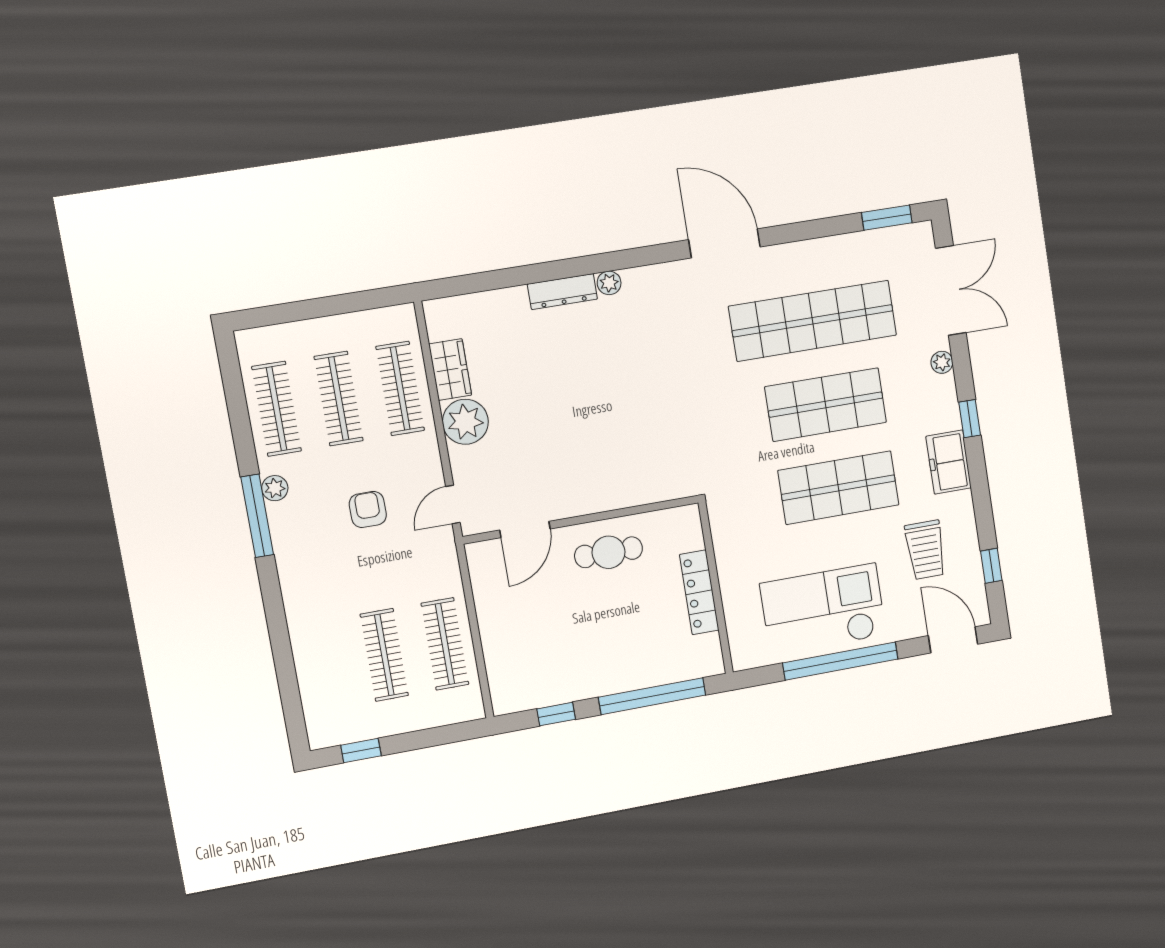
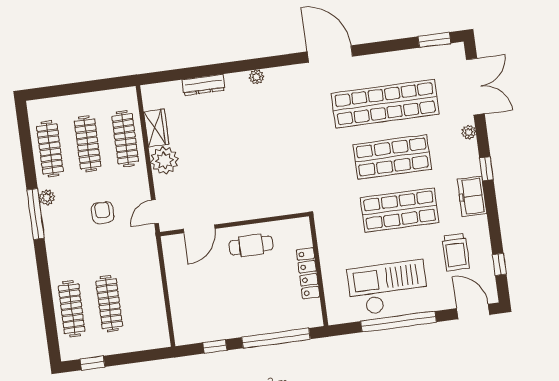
dresser: (562, 292) -> (203, 85), moved
clothes rail: (445, 644) -> (72, 309), moved

